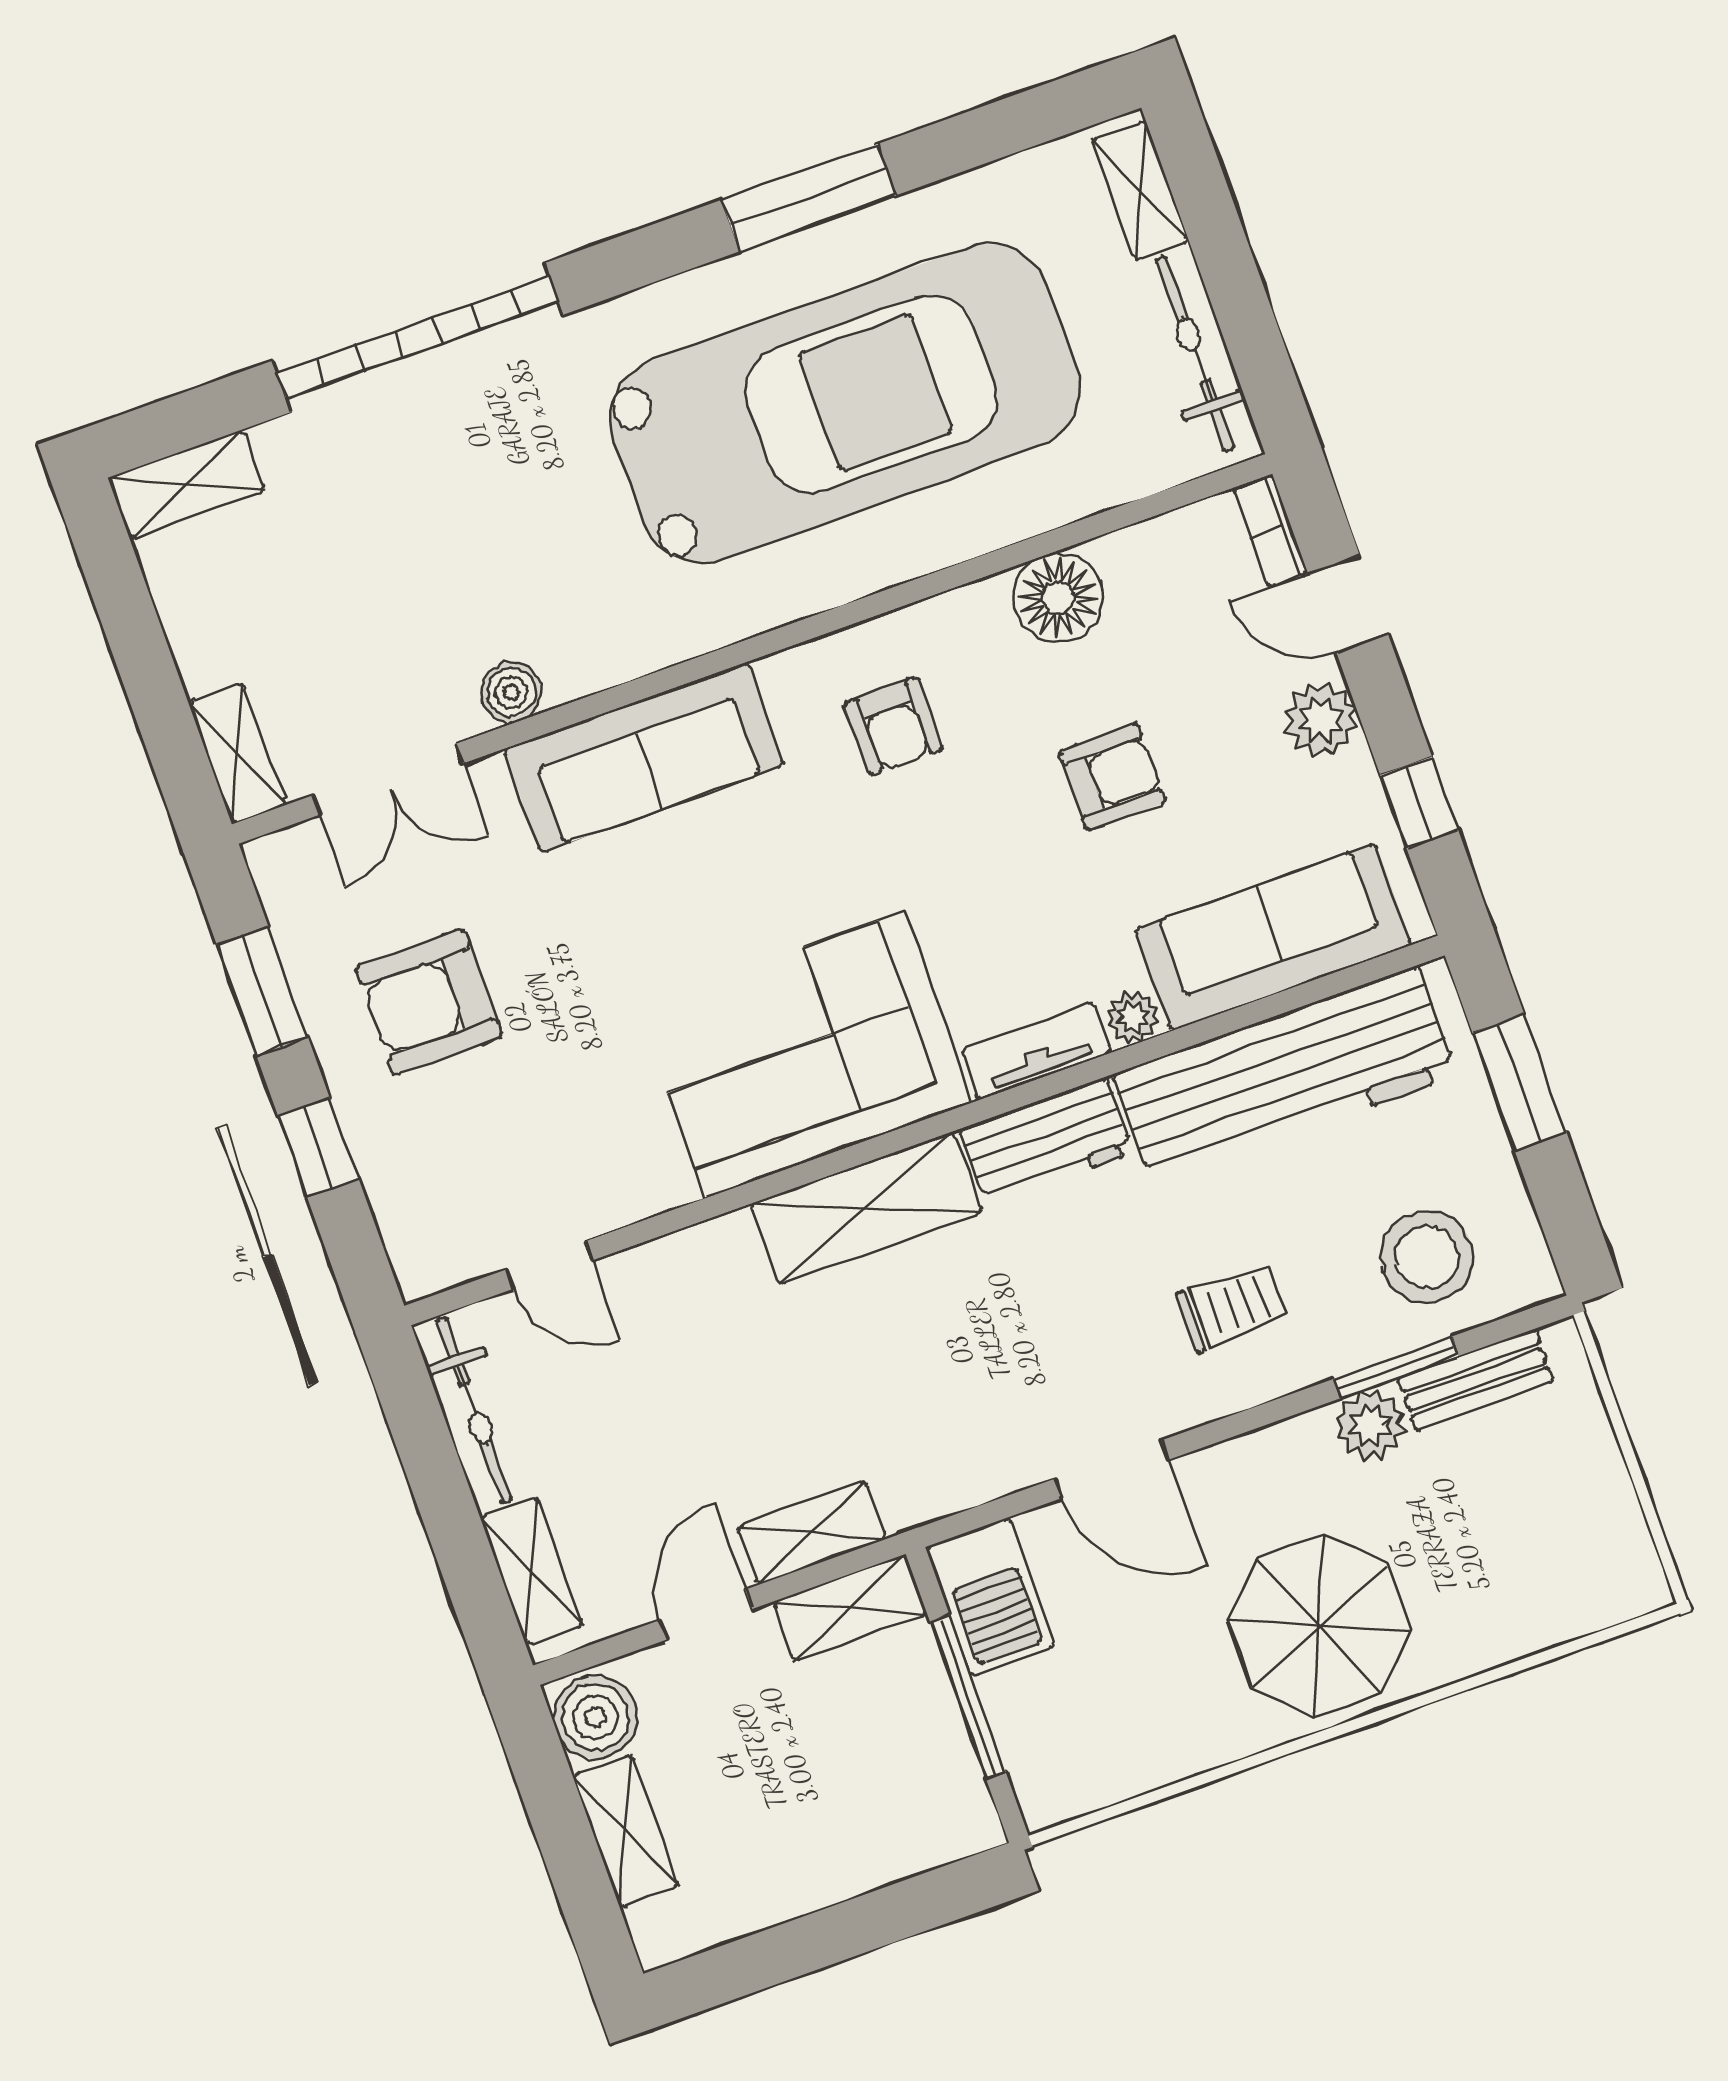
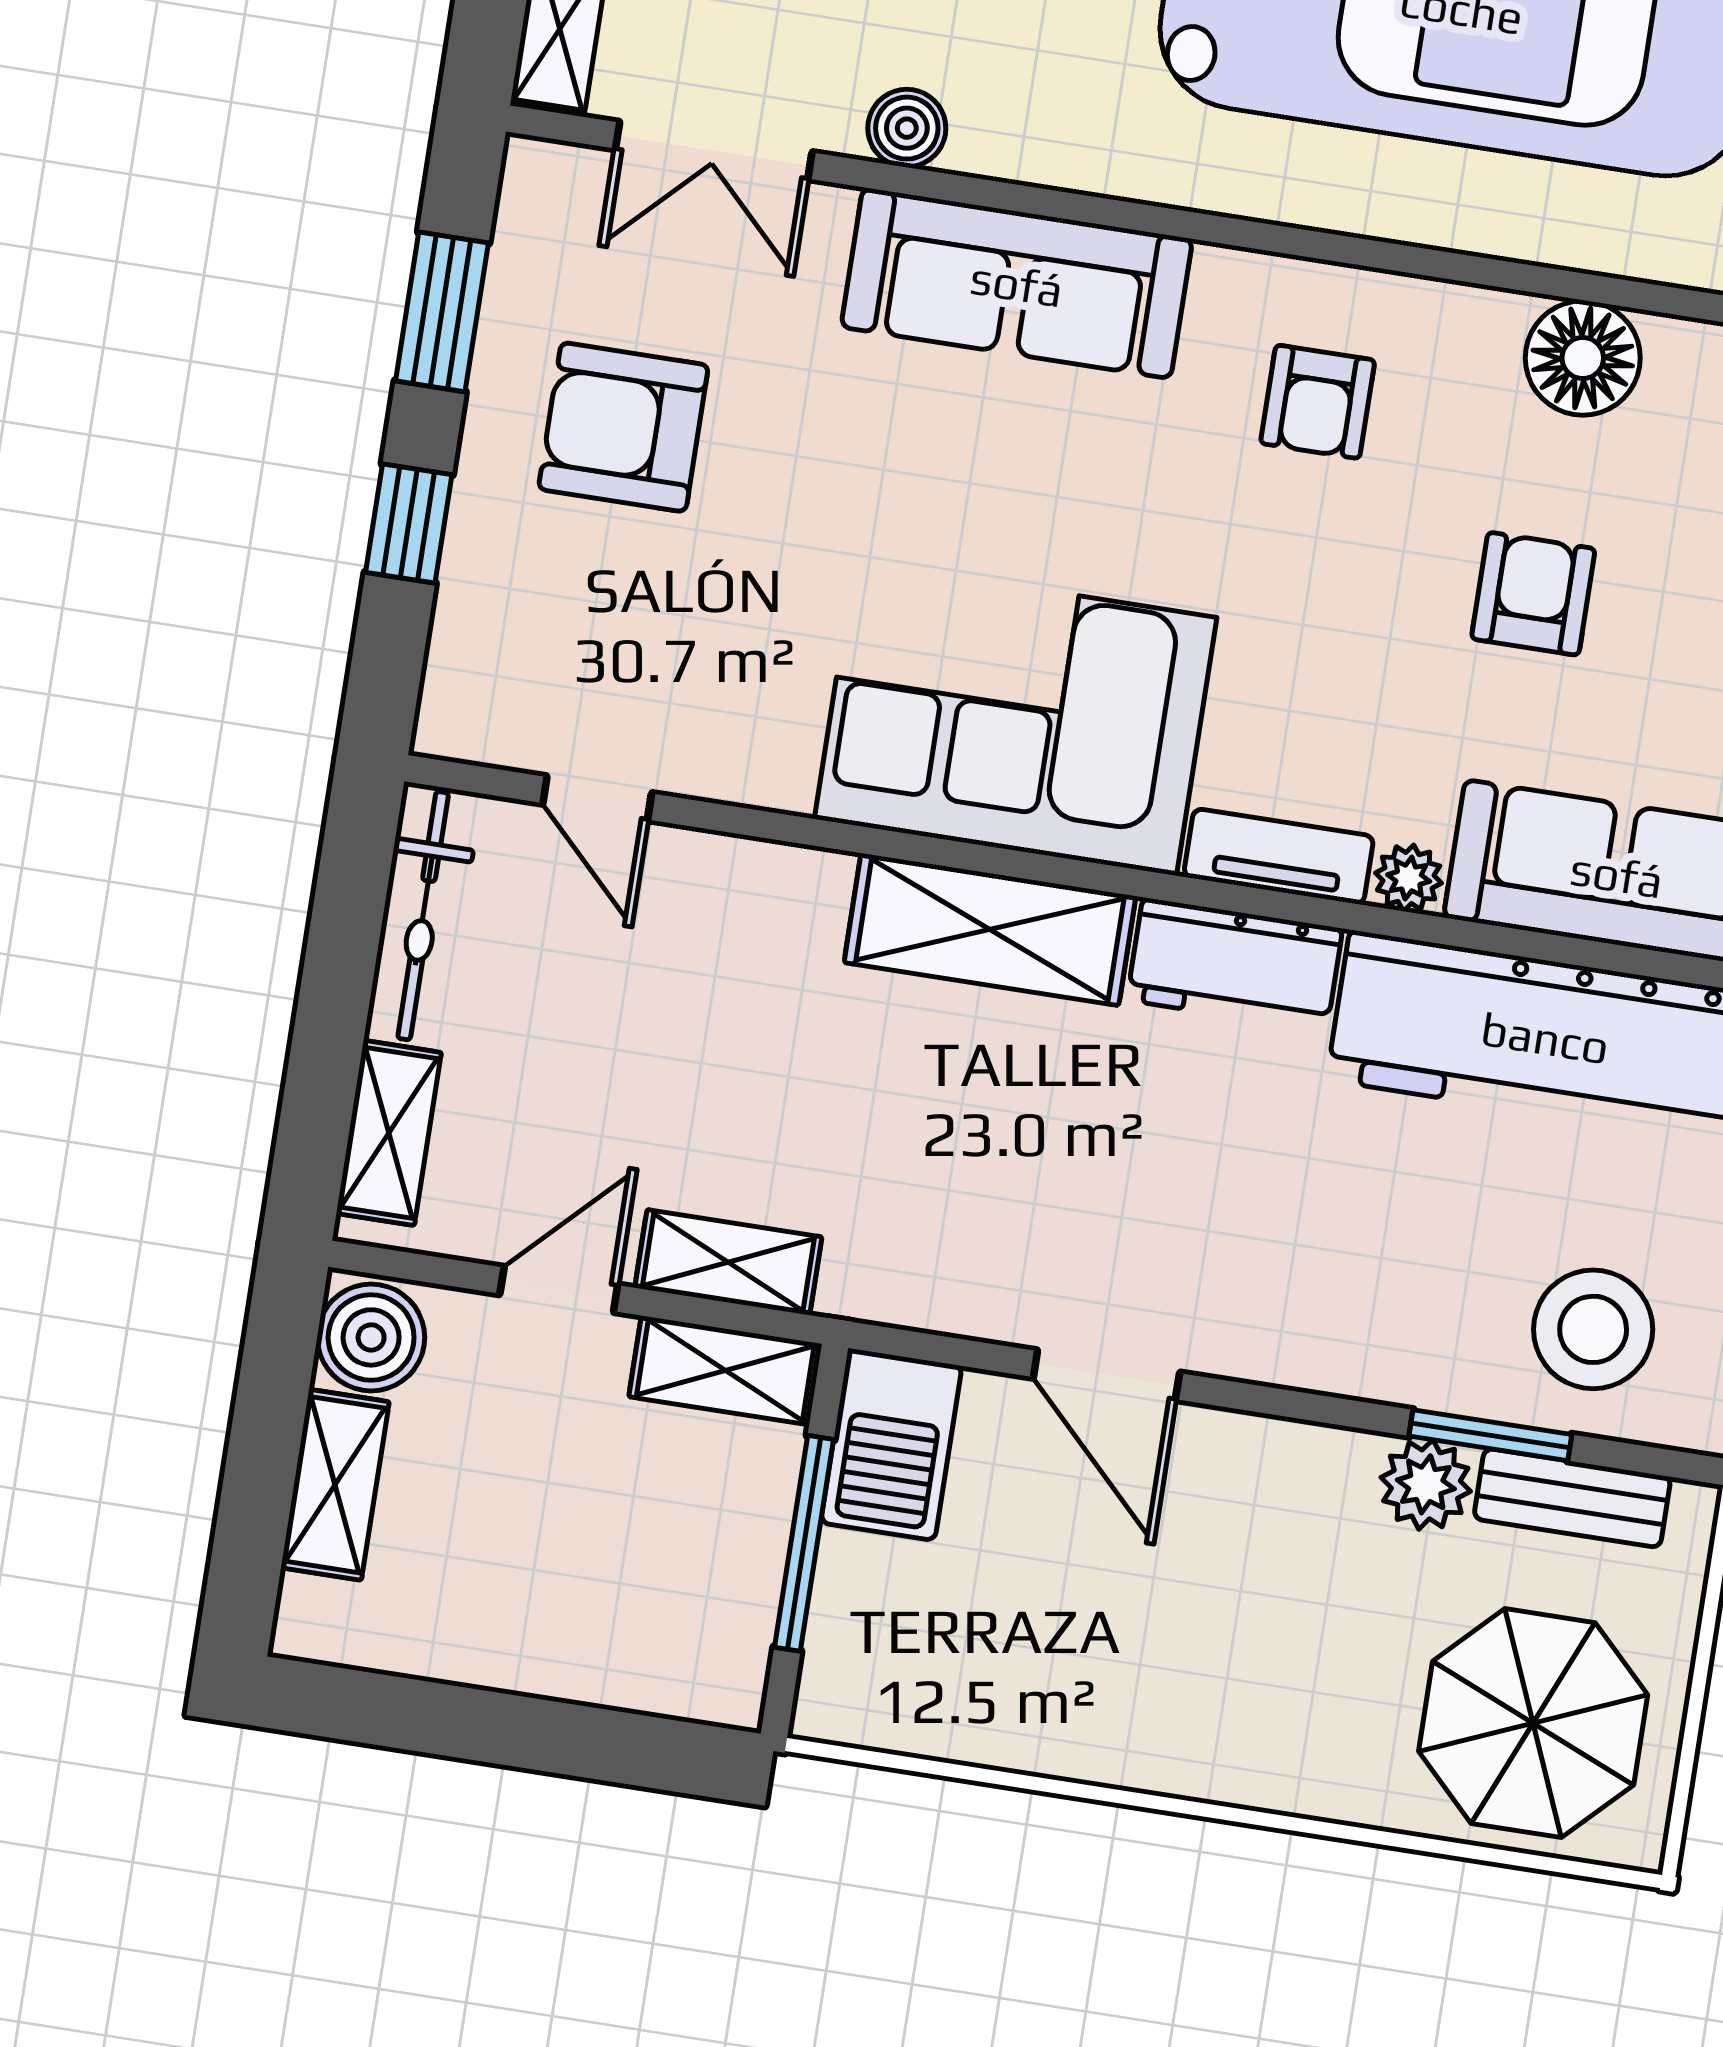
armchair: (1112, 777) -> (1533, 594), turned -90
trolley: (1232, 1307) -> (1343, 1266), removed
parasol: (1319, 1626) -> (1533, 1723), moved

